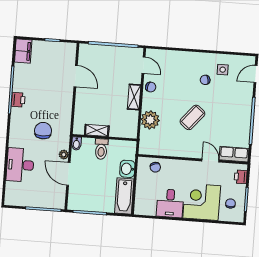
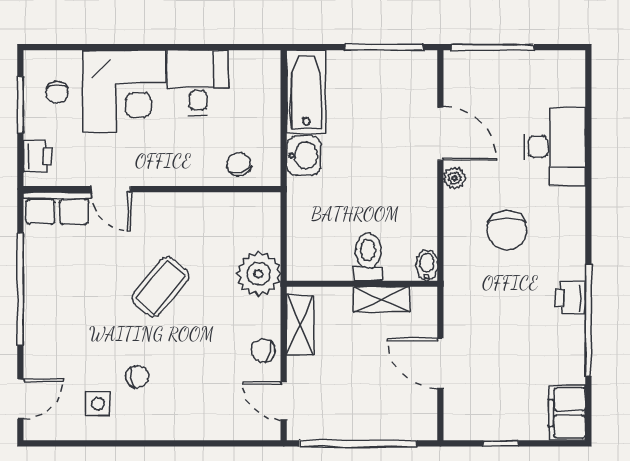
shelving: (97, 130) -> (382, 299), moved
wall: (105, 138) -> (362, 284), moved
bidet: (76, 144) -> (427, 265), moved
toilet: (101, 149) -> (368, 257), moved

